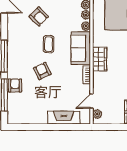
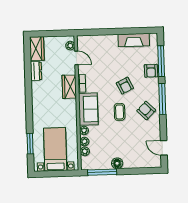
armchair: (39, 16) -> (146, 110), moved
wardrobe: (100, 59) -> (69, 87), moved
door: (92, 101) -> (76, 58), hinge flipped
fireplace: (64, 118) -> (134, 40), moved

